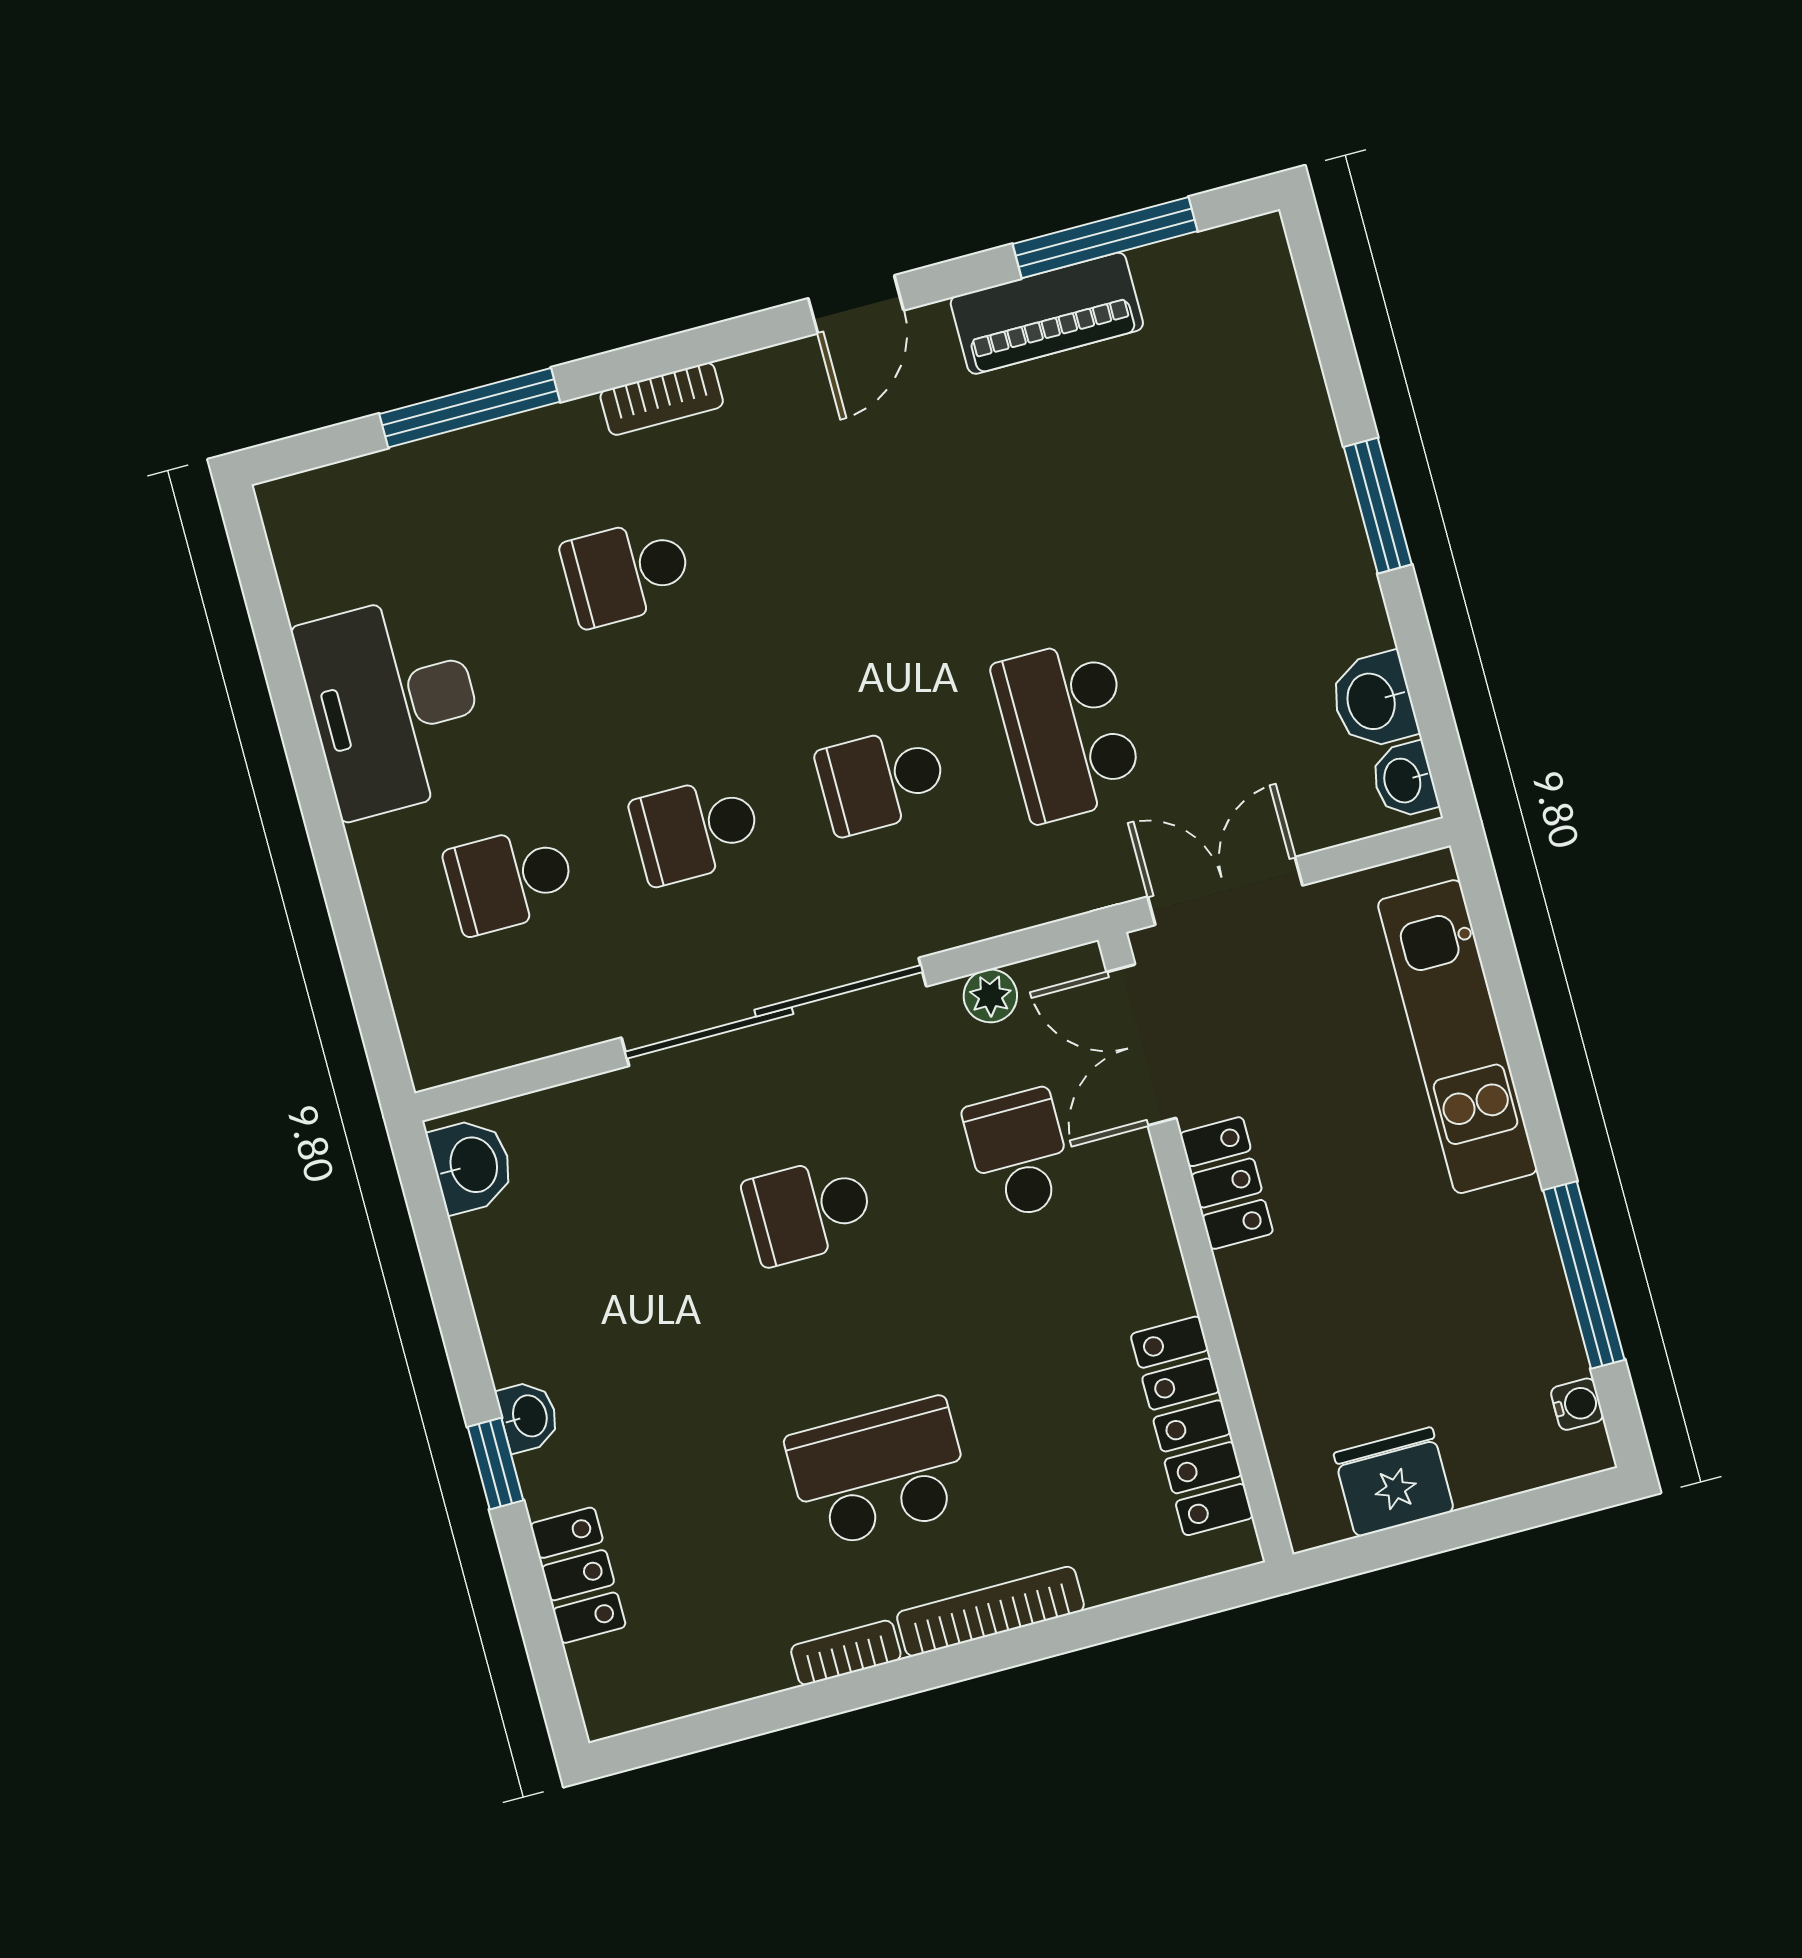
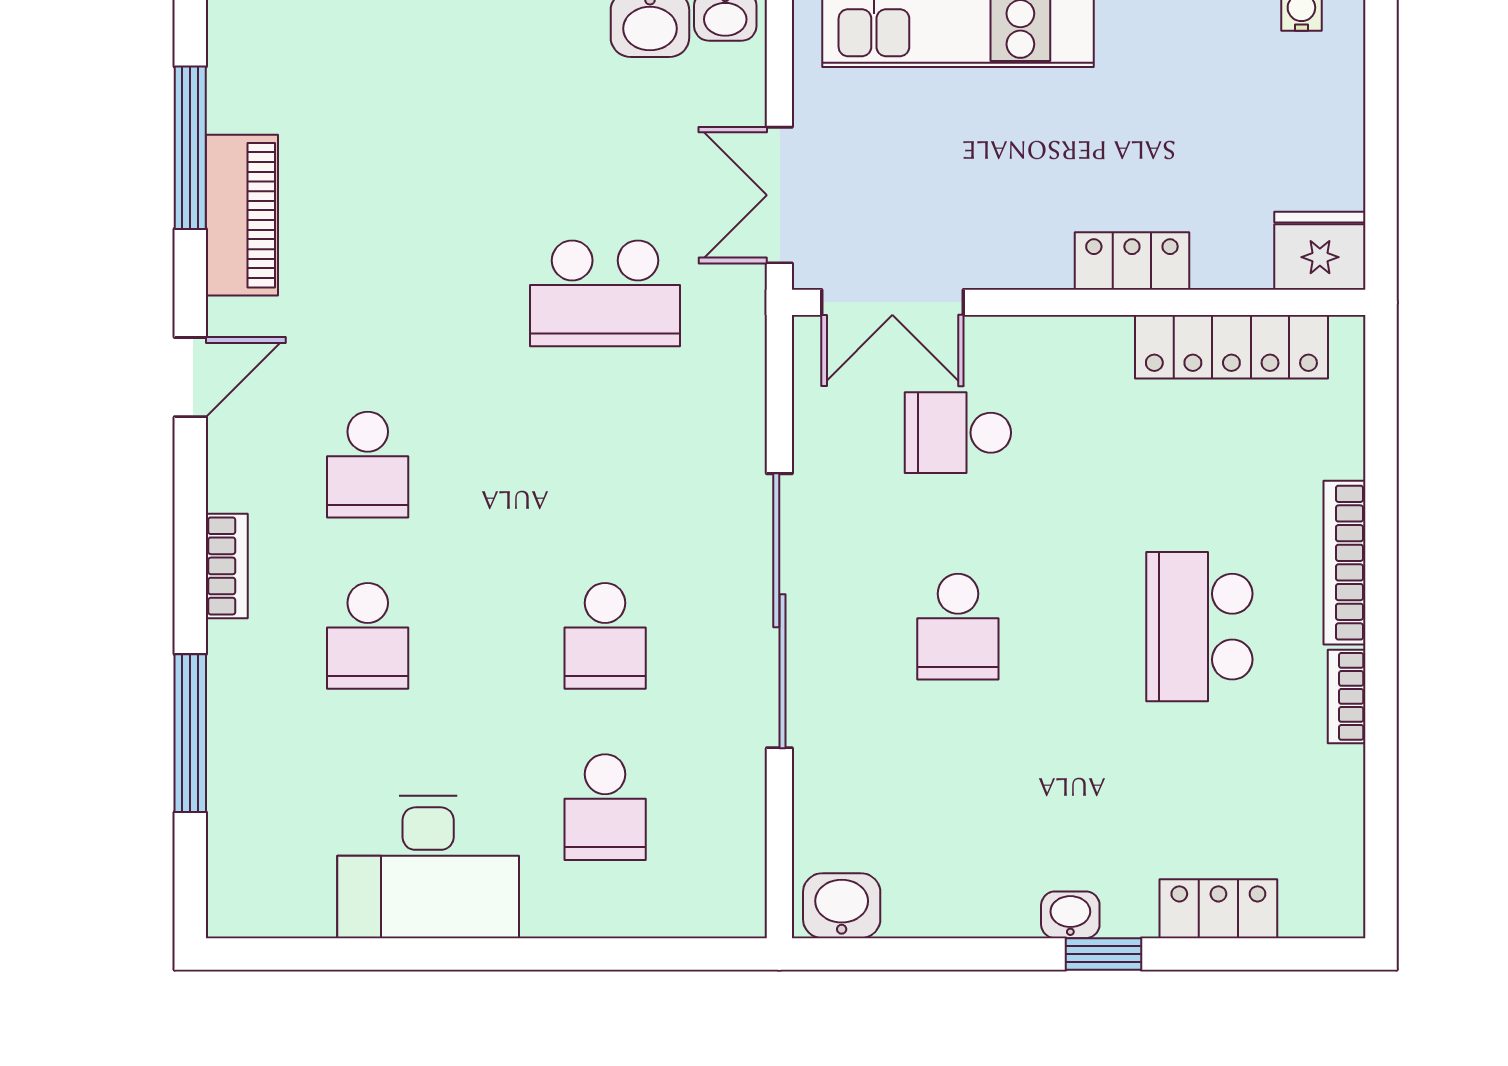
door: (856, 304) -> (190, 377), hinge flipped
school desk: (882, 780) -> (368, 465), moved
plant: (990, 996) -> (815, 421), removed
locker: (1227, 1183) -> (1132, 261), moved
fridge: (1394, 1482) -> (1320, 251), moved, turned 90

